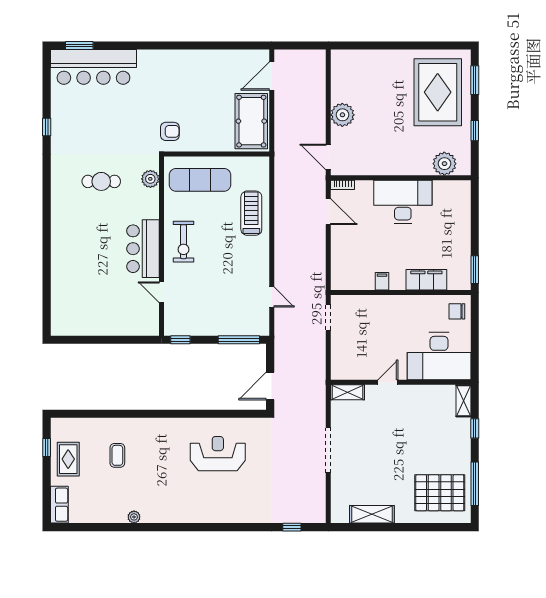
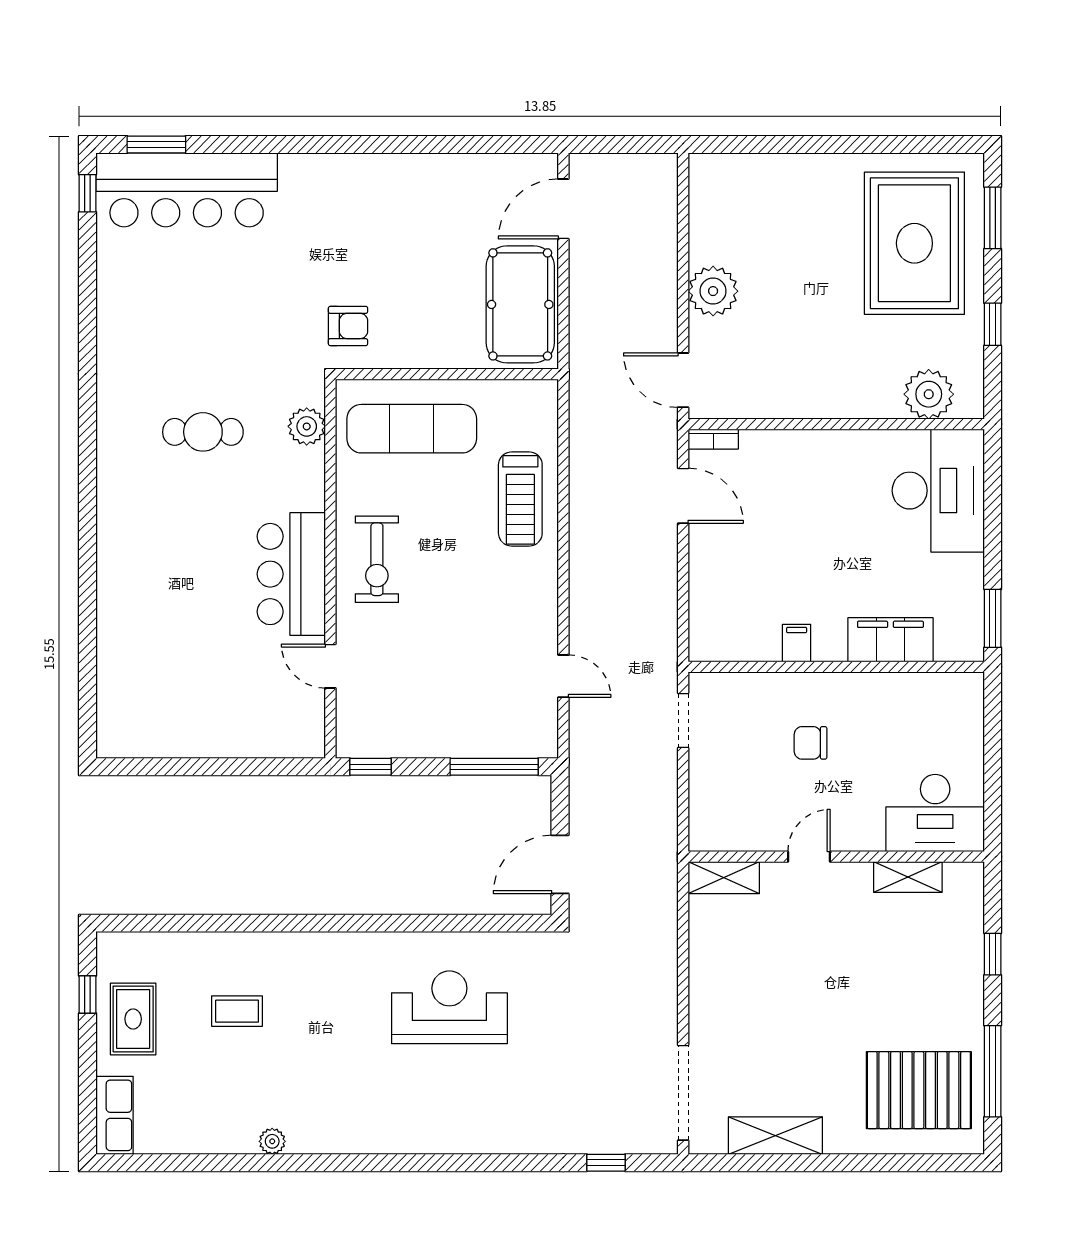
window: (47, 127) -> (87, 193), moved
desk: (403, 202) -> (938, 491), moved, turned 90
treadmill: (251, 213) -> (520, 499), turned 180
chair: (457, 311) -> (811, 743), moved
desk: (439, 356) -> (935, 813), width x0.73, depth x0.77
shelving: (463, 401) -> (908, 877), moved, turned 90
doorway: (328, 450) -> (683, 1093), moved
coffee table: (117, 455) -> (237, 1011), turned 90

